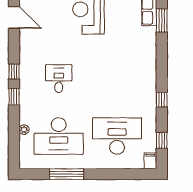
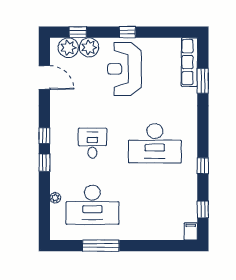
desk: (117, 136) -> (155, 143), moved, turned 180

